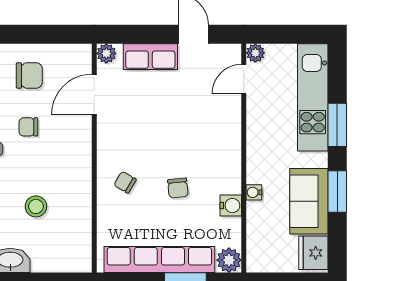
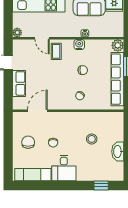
plant: (106, 53) -> (17, 105), removed
door: (244, 79) -> (42, 38), moved
door: (94, 95) -> (37, 111), swing flipped
coffee table: (217, 133) -> (56, 51), added
water cooler: (231, 206) -> (79, 44), moved

